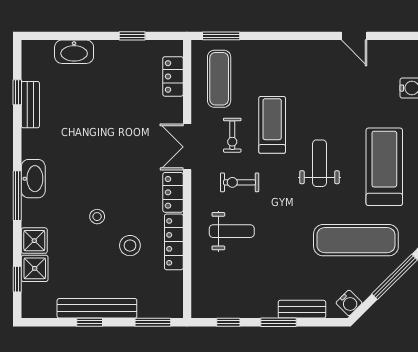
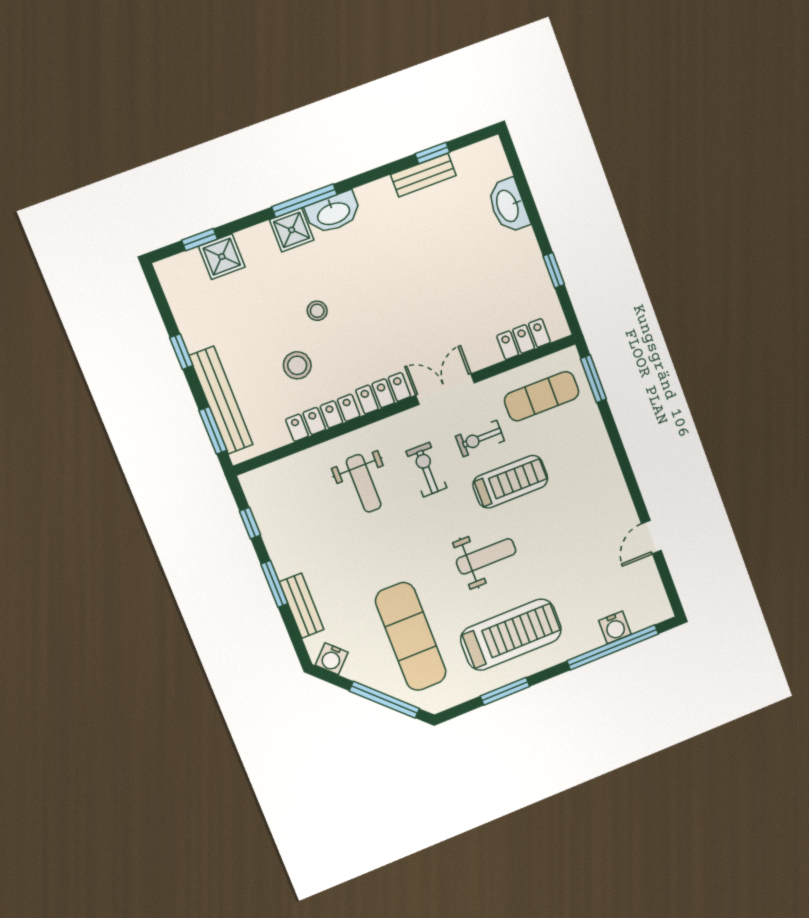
shower: (34, 241) -> (292, 230), moved
bench: (97, 308) -> (221, 400), moved

